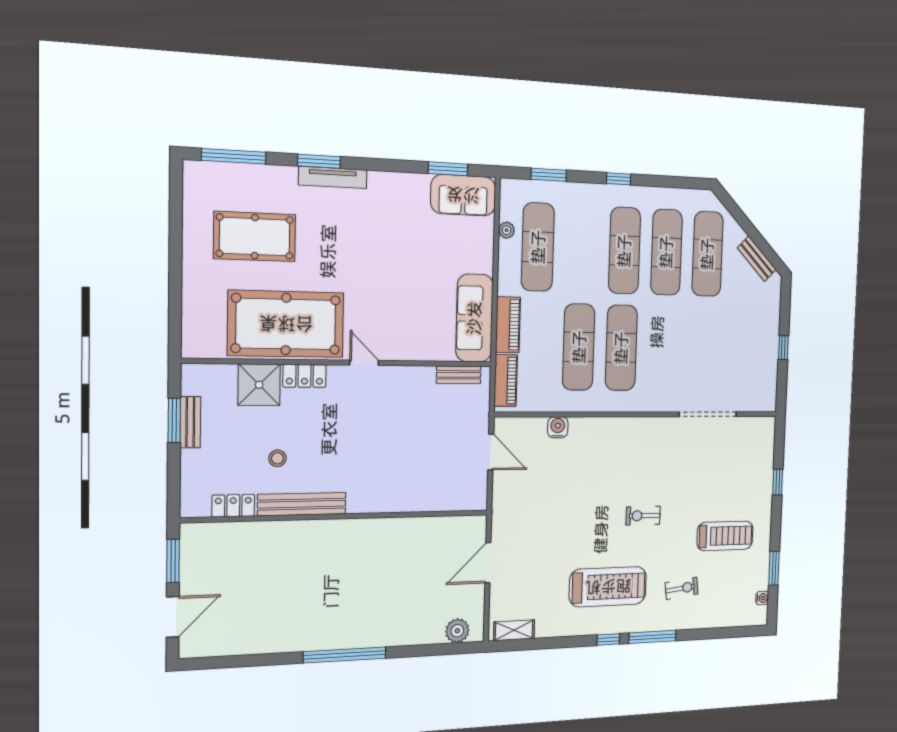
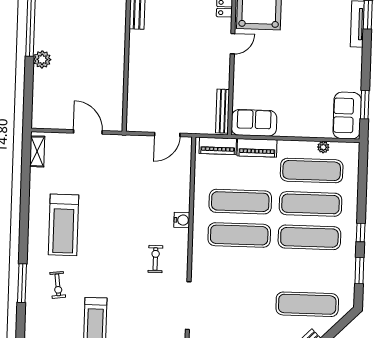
window: (549, 175) -> (359, 271), moved
exercise mat: (666, 252) -> (311, 204), moved
sofa: (474, 318) -> (254, 123), width x0.73
bench: (459, 375) -> (223, 111), width x1.36
water cooler: (558, 427) -> (182, 220), moved
exercise bike: (643, 516) -> (155, 259), moved
plant: (457, 631) -> (42, 59), moved
window: (652, 637) -> (22, 283), moved
window: (608, 639) -> (24, 225), removed

